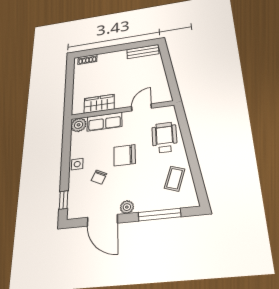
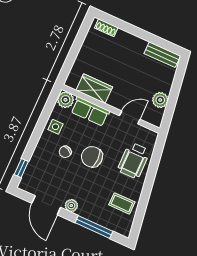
plant: (160, 81) -> (160, 100), added
wheelchair: (164, 137) -> (134, 161), turned 180
side table: (77, 164) -> (56, 127), moved
chair: (99, 177) -> (65, 152), moved
coffee table: (175, 179) -> (122, 203), turned 71

